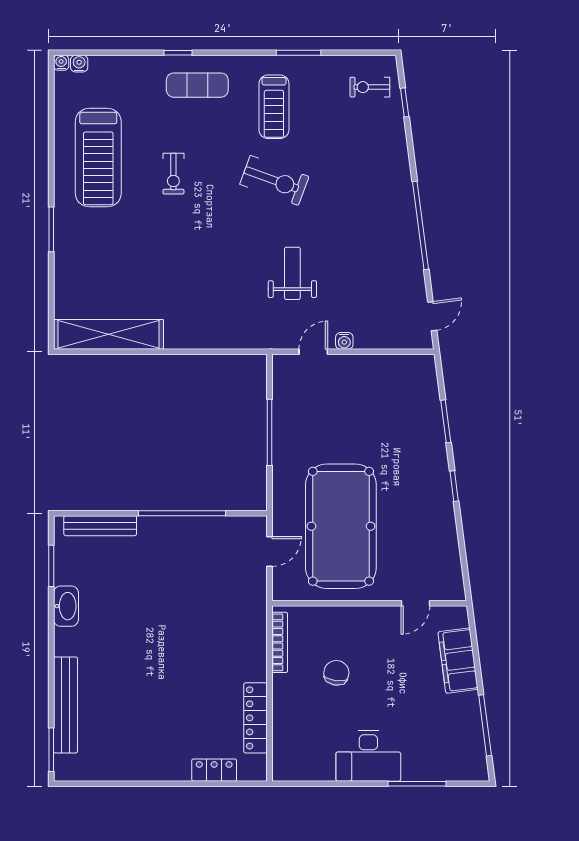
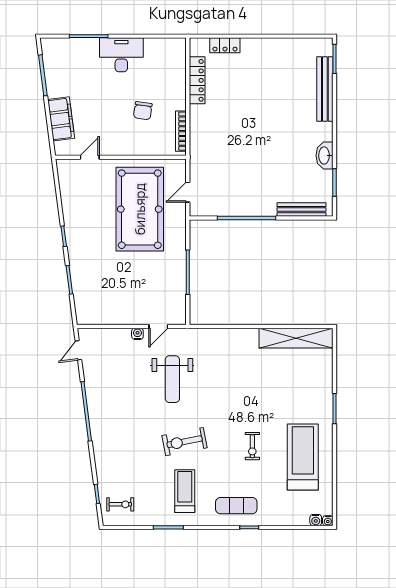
exercise bike: (173, 174) -> (252, 446), turned 180
exercise bike: (274, 180) -> (185, 442), turned -31
weight bench: (292, 273) -> (172, 379), width x1.36, depth x1.33

